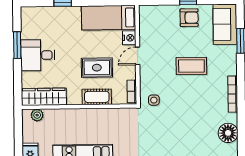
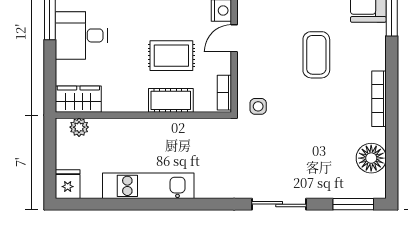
coffee table: (191, 66) -> (316, 55), turned 90
wardrobe: (44, 97) -> (78, 99), width x0.67

